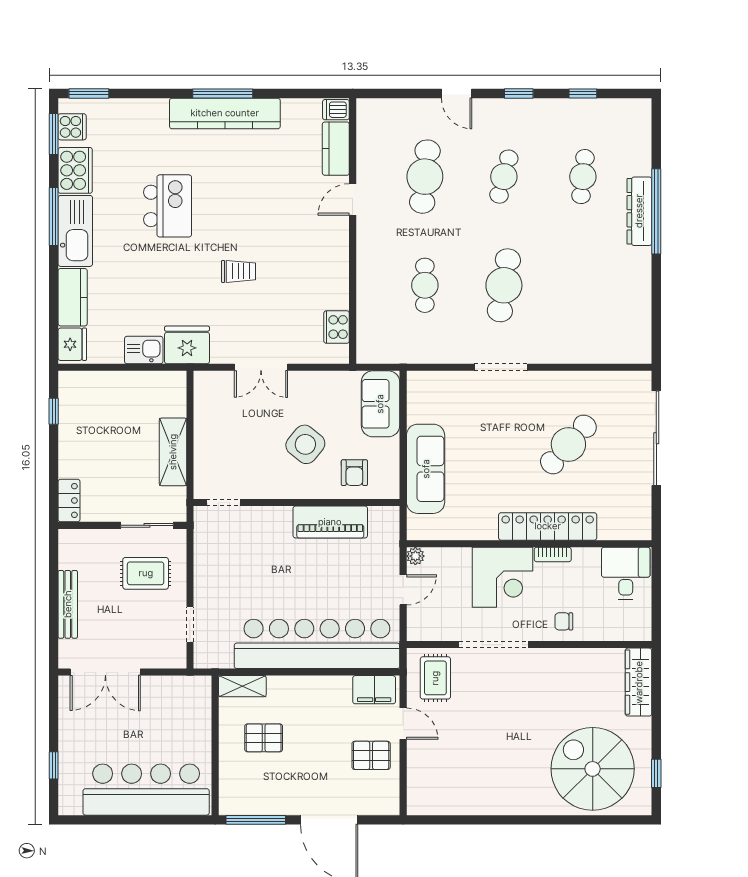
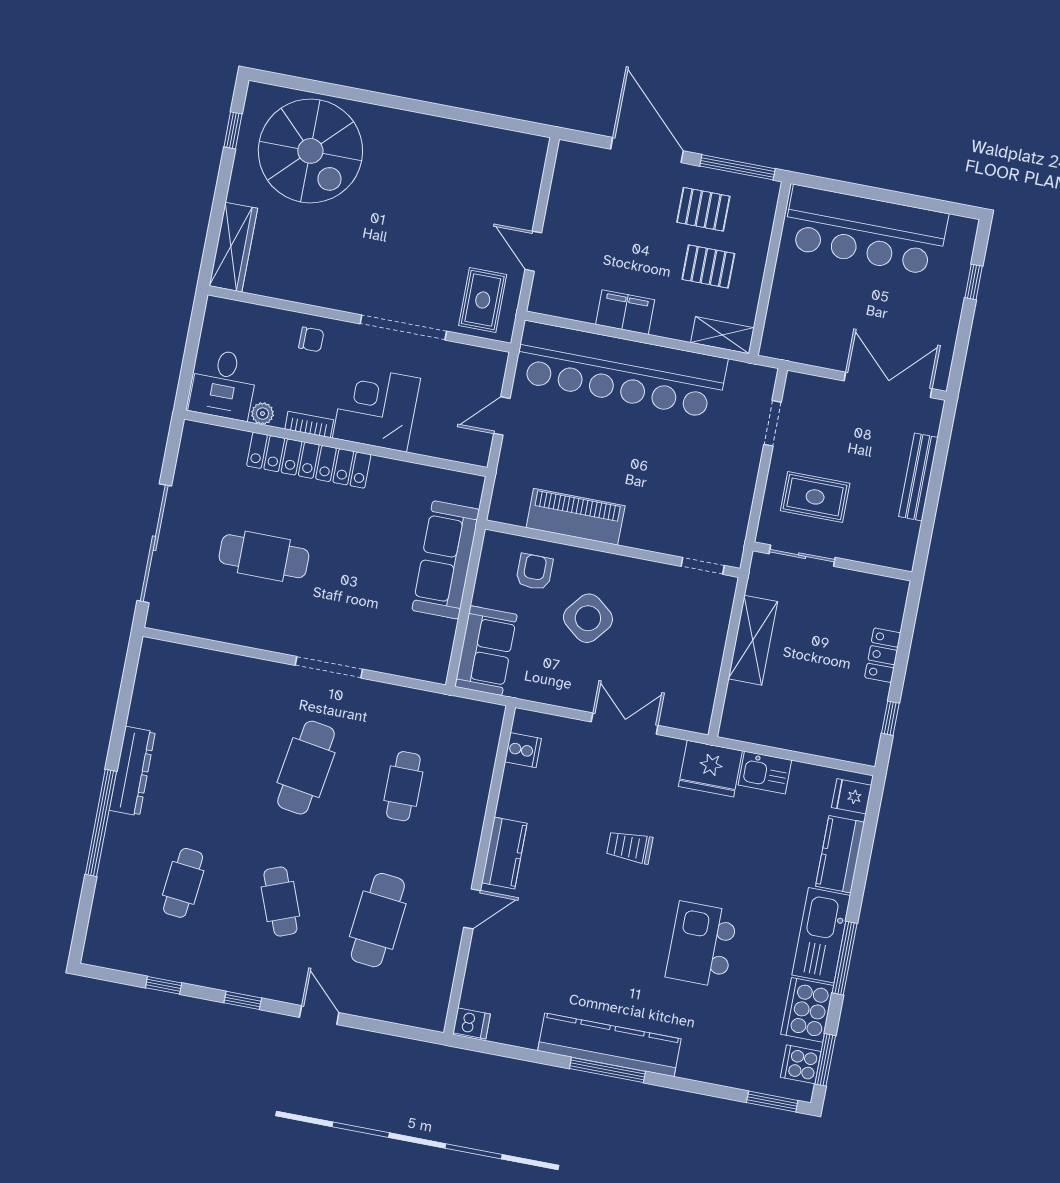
kitchen counter: (336, 149) -> (504, 853), moved
cafe table: (504, 177) -> (280, 901), turned -36
dresser: (639, 211) -> (132, 771), moved
cooker: (337, 327) -> (523, 750), width x0.73
fridge: (72, 344) -> (852, 796), width x0.72
cafe table: (568, 445) -> (264, 556), turned 48
locker: (69, 501) -> (883, 655), moved
plant: (415, 556) -> (263, 414), moved
filing cabinet: (374, 690) -> (625, 312), moved
pallet: (371, 755) -> (703, 209), moved

